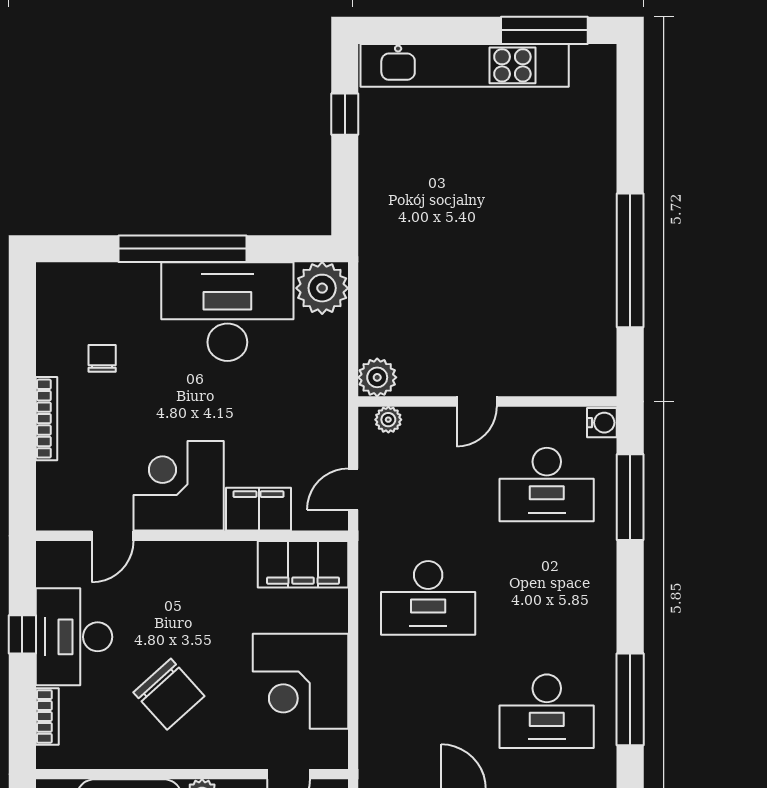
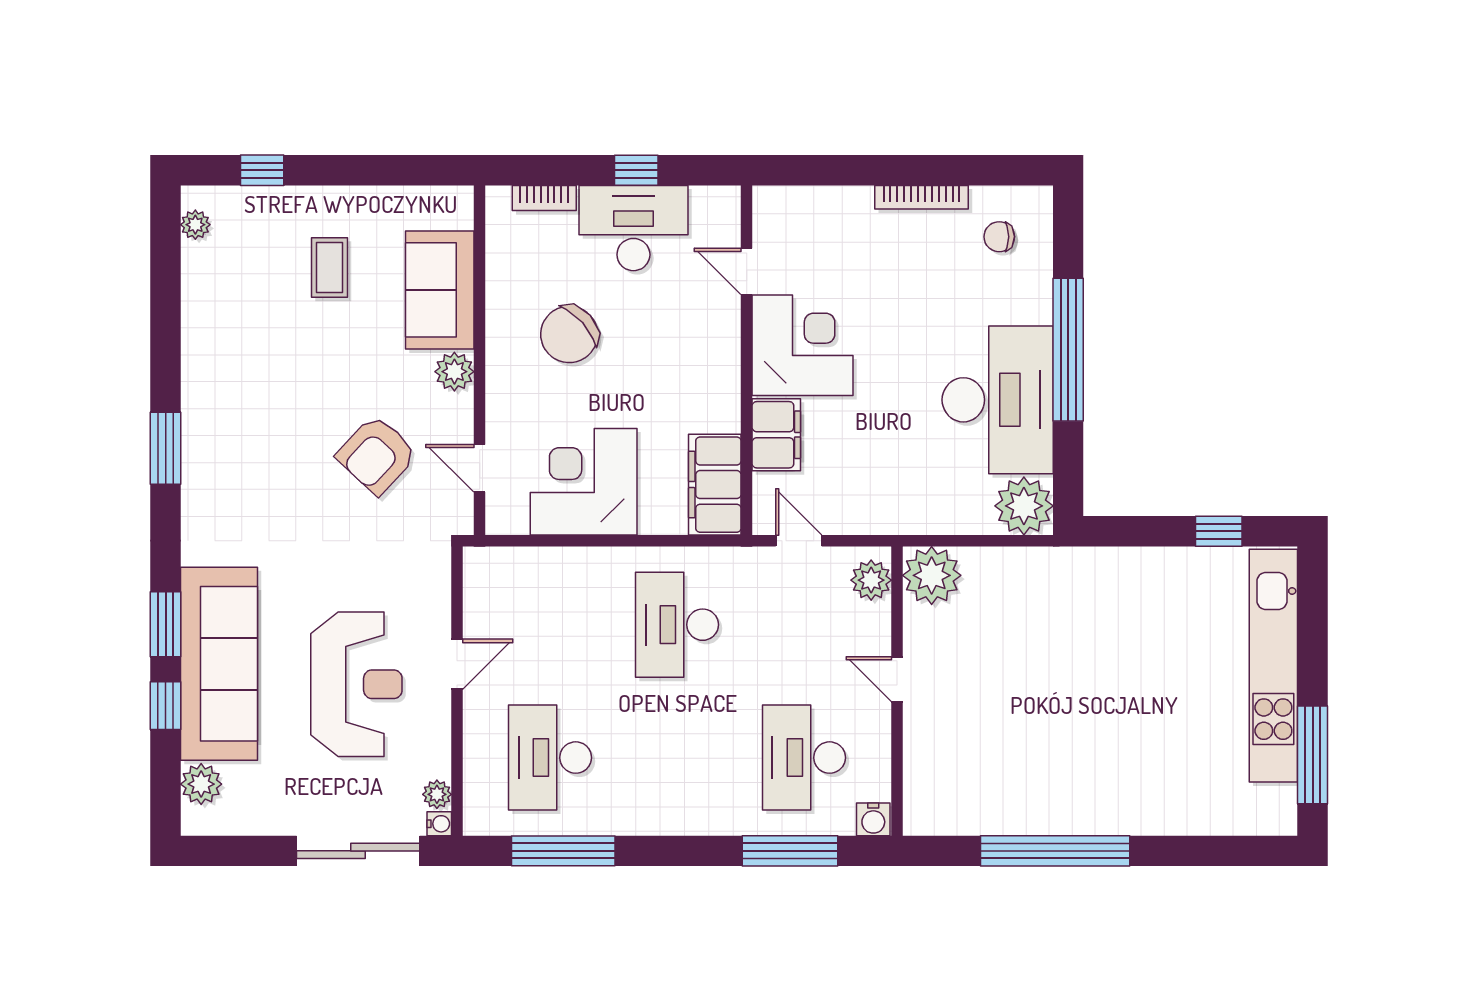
chair: (102, 358) -> (999, 237), moved, turned 180
plant: (377, 377) -> (932, 575), width x1.36, depth x1.36
bookcase: (46, 419) -> (922, 197), moved
plant: (388, 420) -> (871, 580), width x1.38, depth x1.38

